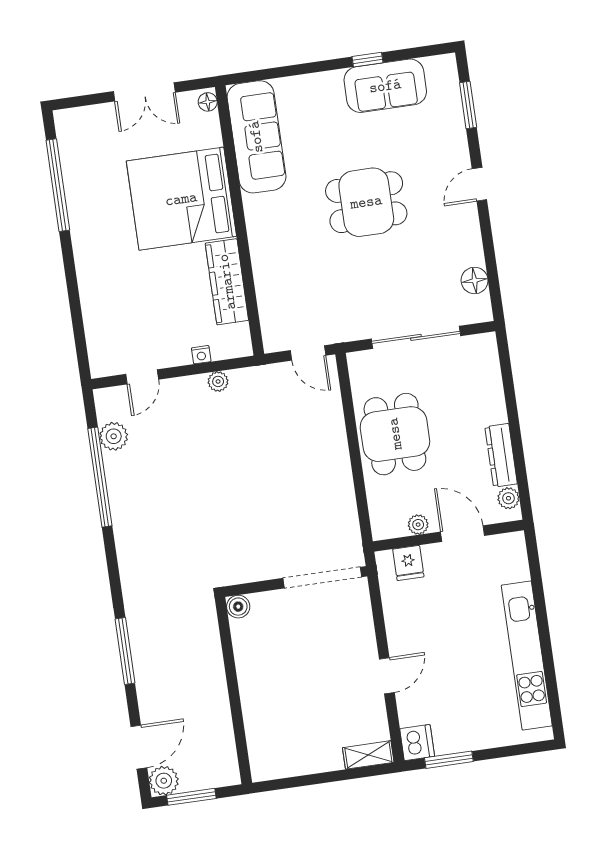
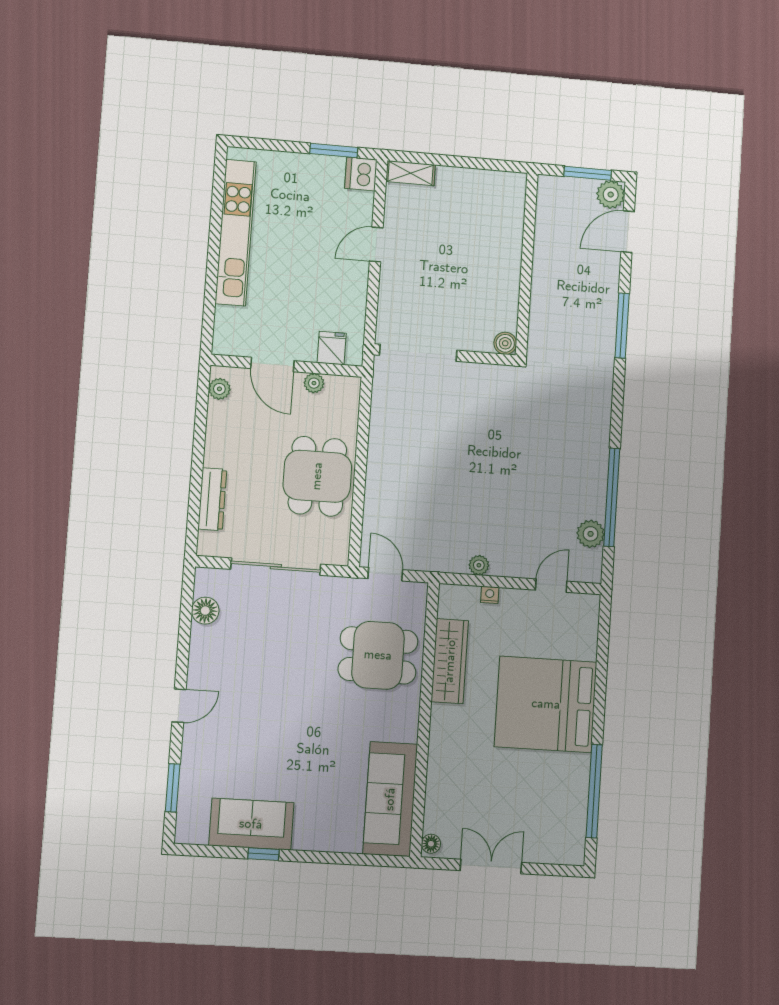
bed: (181, 199) -> (546, 704), moved, turned 180
dining table: (366, 202) -> (378, 655), moved
dresser: (501, 455) -> (212, 499), moved

